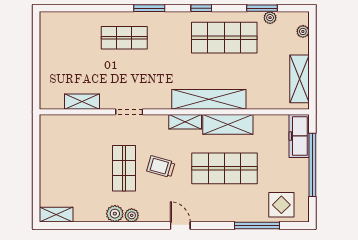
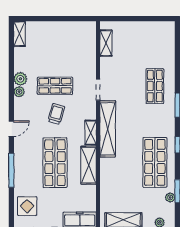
shelving: (209, 99) -> (108, 129), moved
shelving: (82, 102) -> (106, 43), moved
window: (257, 226) -> (11, 170), moved

